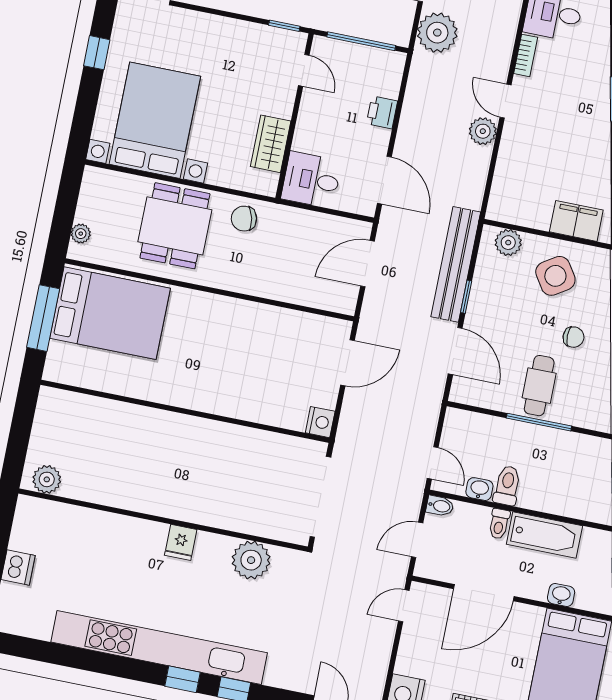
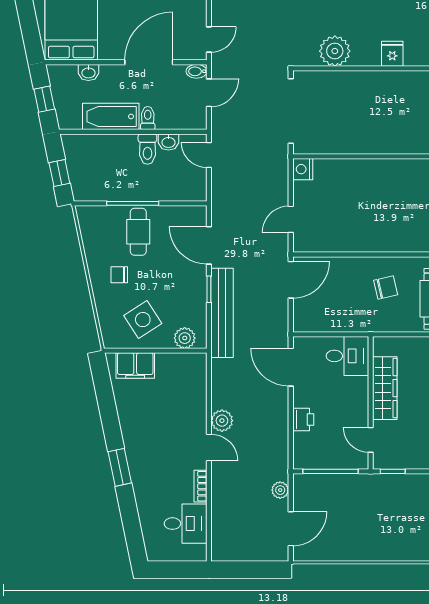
plant: (437, 33) -> (280, 490), width x0.53, depth x0.53
wardrobe: (271, 144) -> (385, 388), width x1.50
chair: (244, 219) -> (386, 288), moved
door: (367, 264) -> (291, 280), moved
door: (347, 363) -> (291, 219), width x0.73
bidet: (440, 506) -> (197, 71), moved

